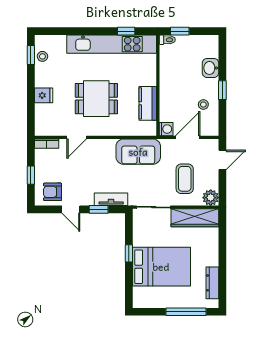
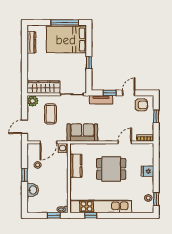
door: (71, 209) -> (129, 93), hinge flipped
bed: (161, 267) -> (66, 40), moved
window: (186, 312) -> (65, 22), moved

